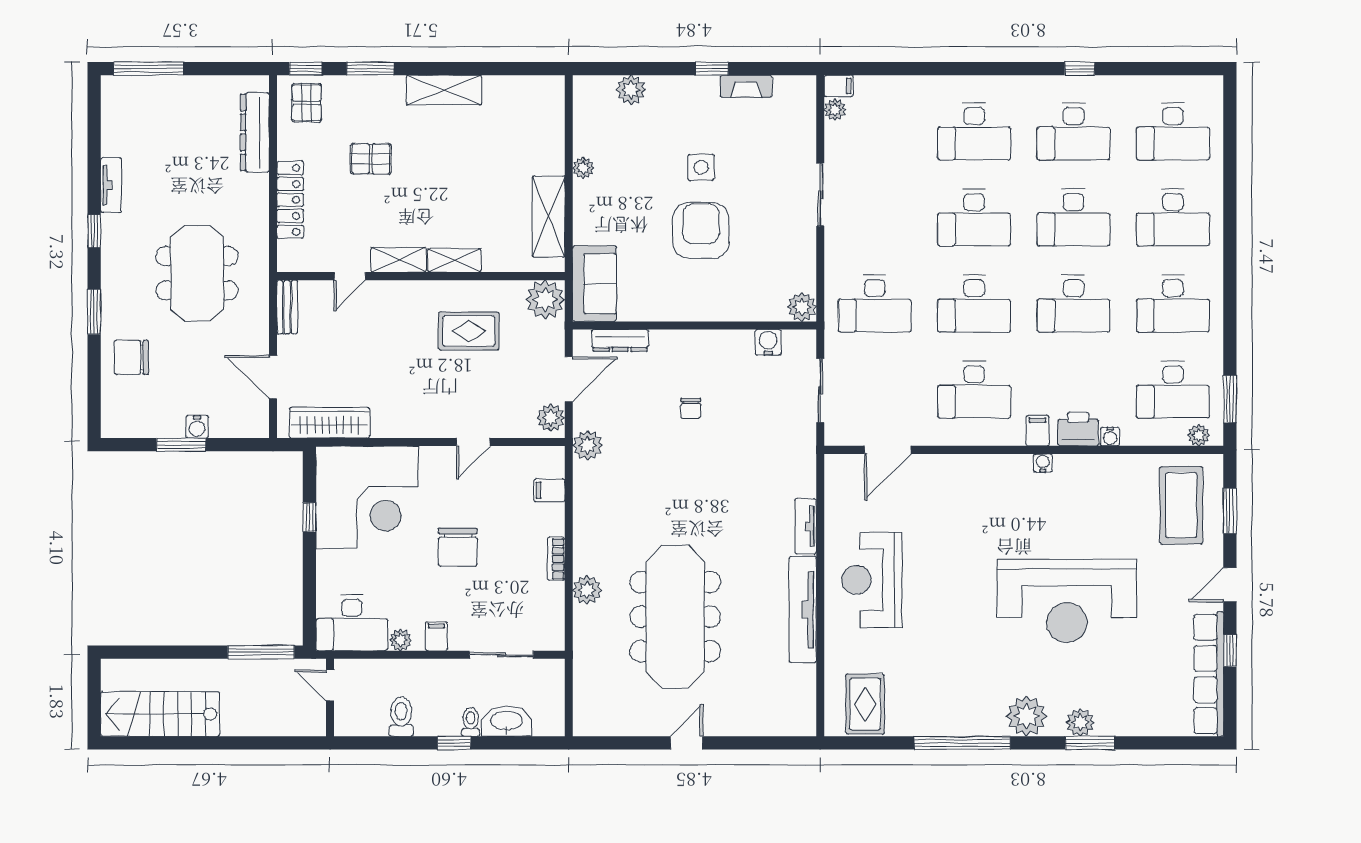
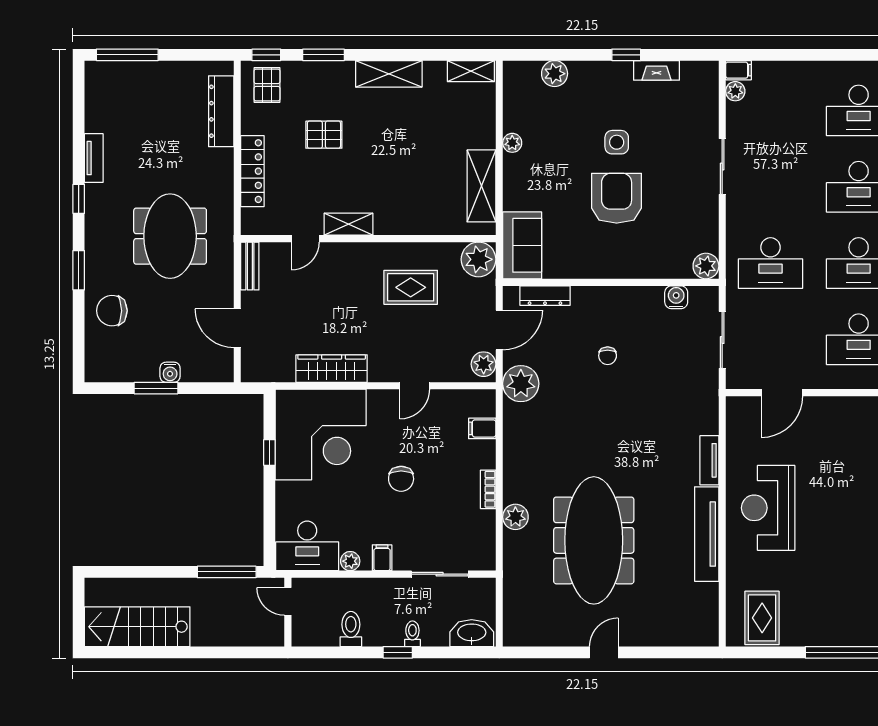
shelving: (455, 260) -> (471, 71), moved
wardrobe: (329, 423) -> (332, 369), moved
plant: (587, 445) -> (521, 384), width x1.36, depth x1.36
chair: (458, 547) -> (401, 479), width x0.73, depth x0.73
washbasin: (506, 721) -> (472, 633), moved

